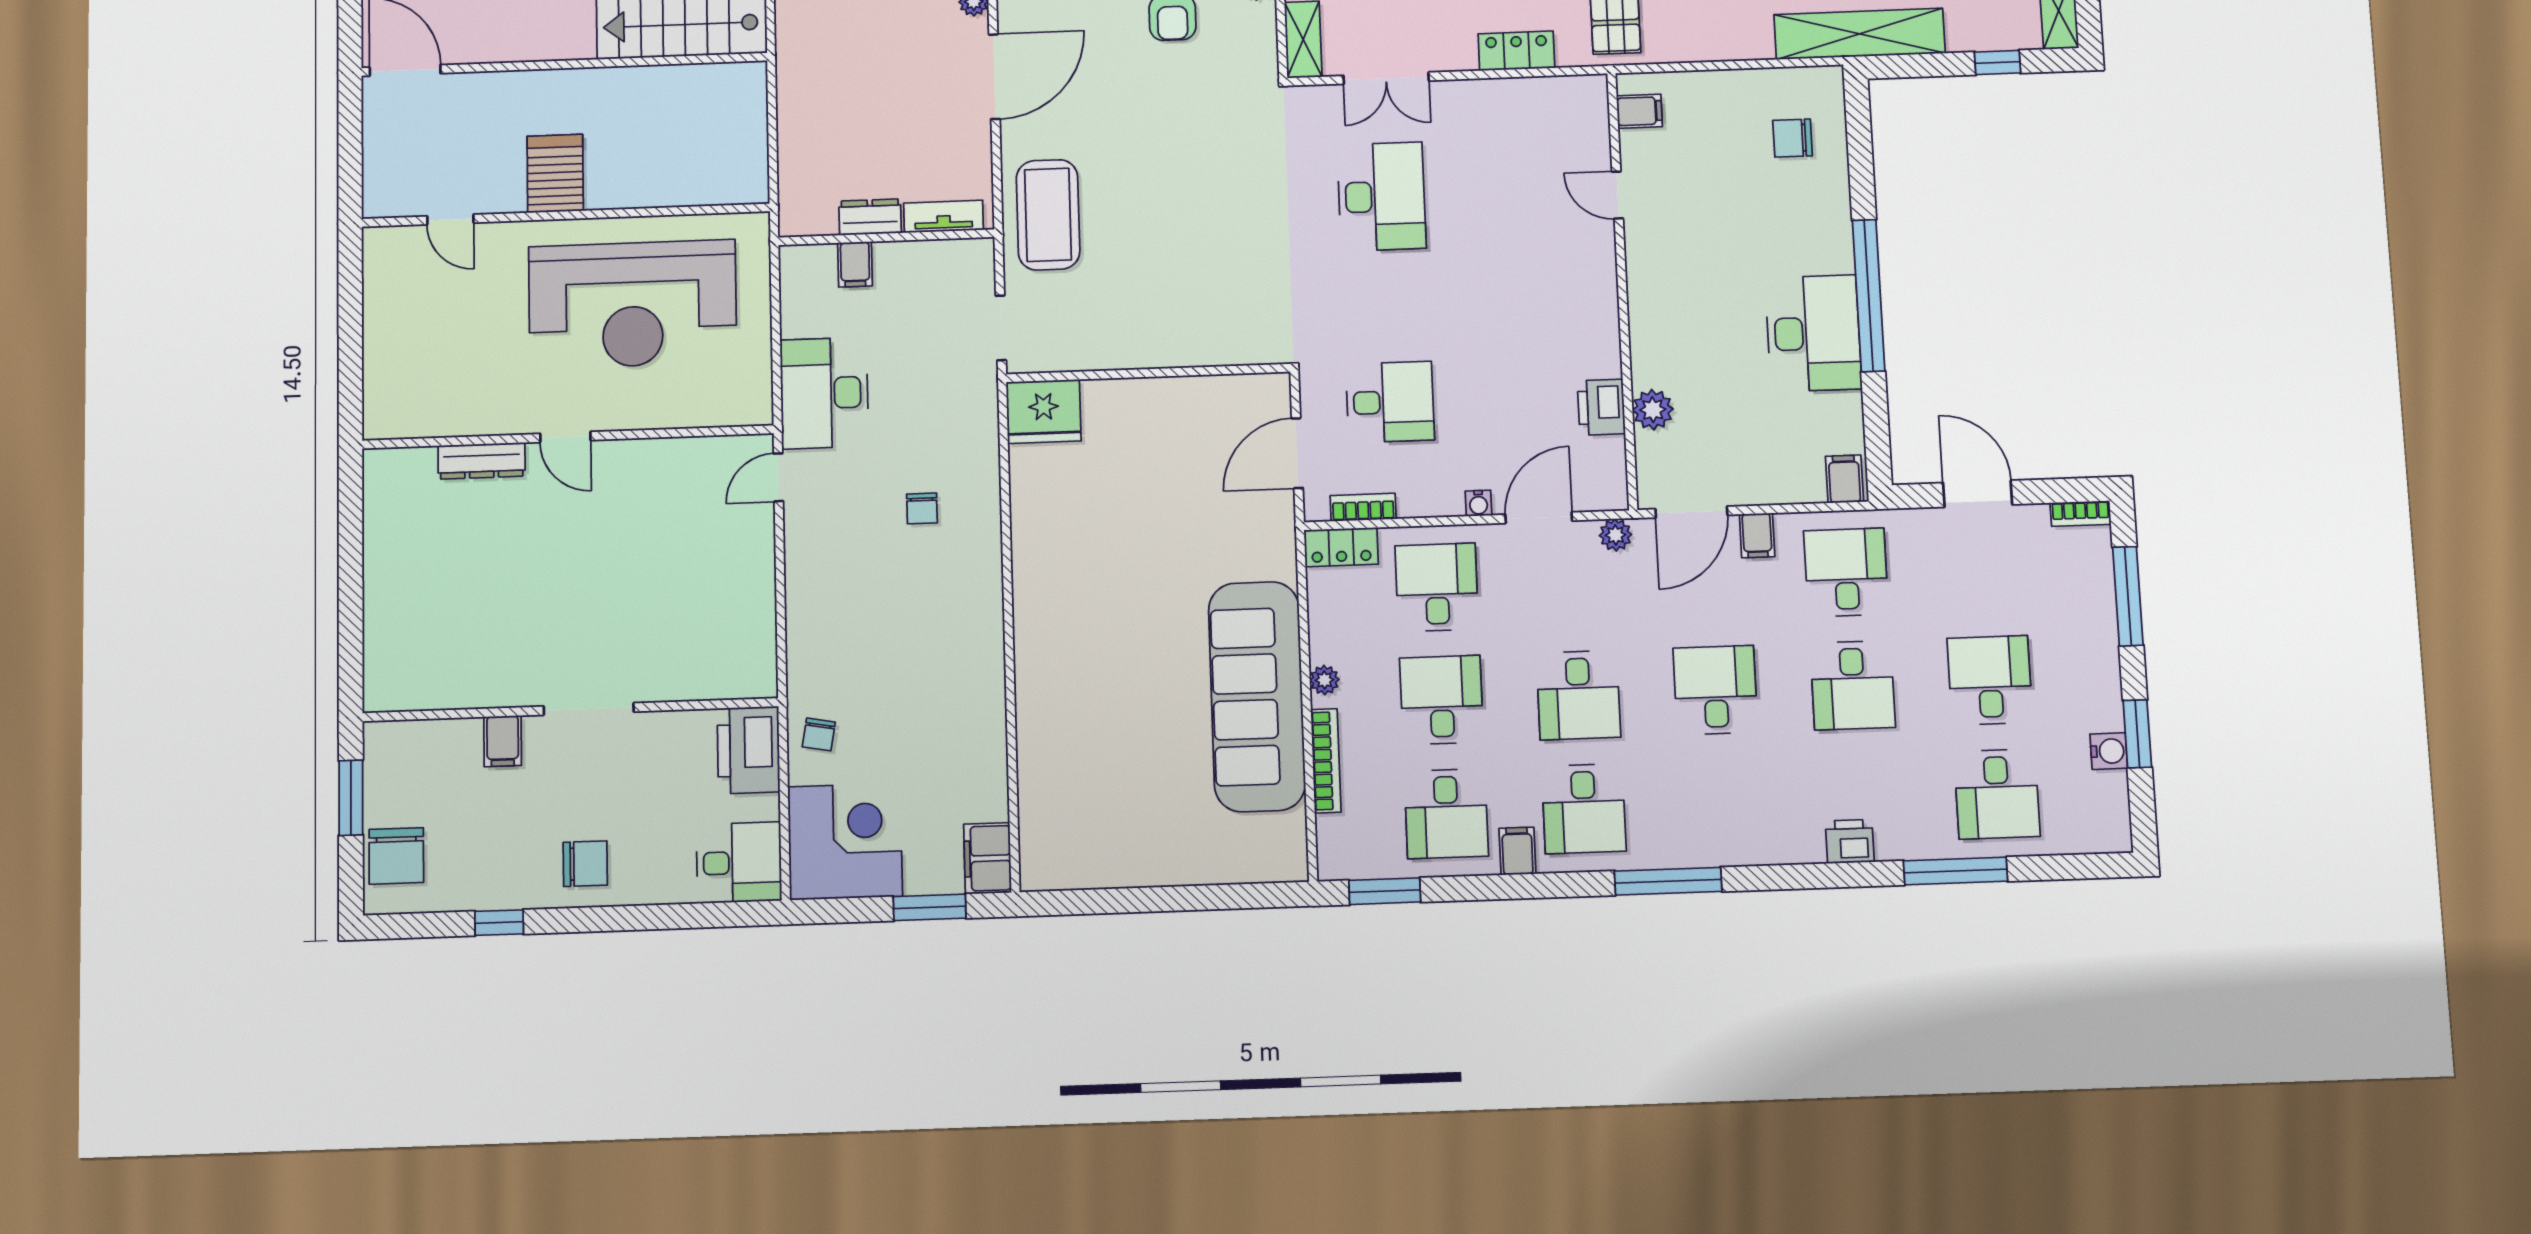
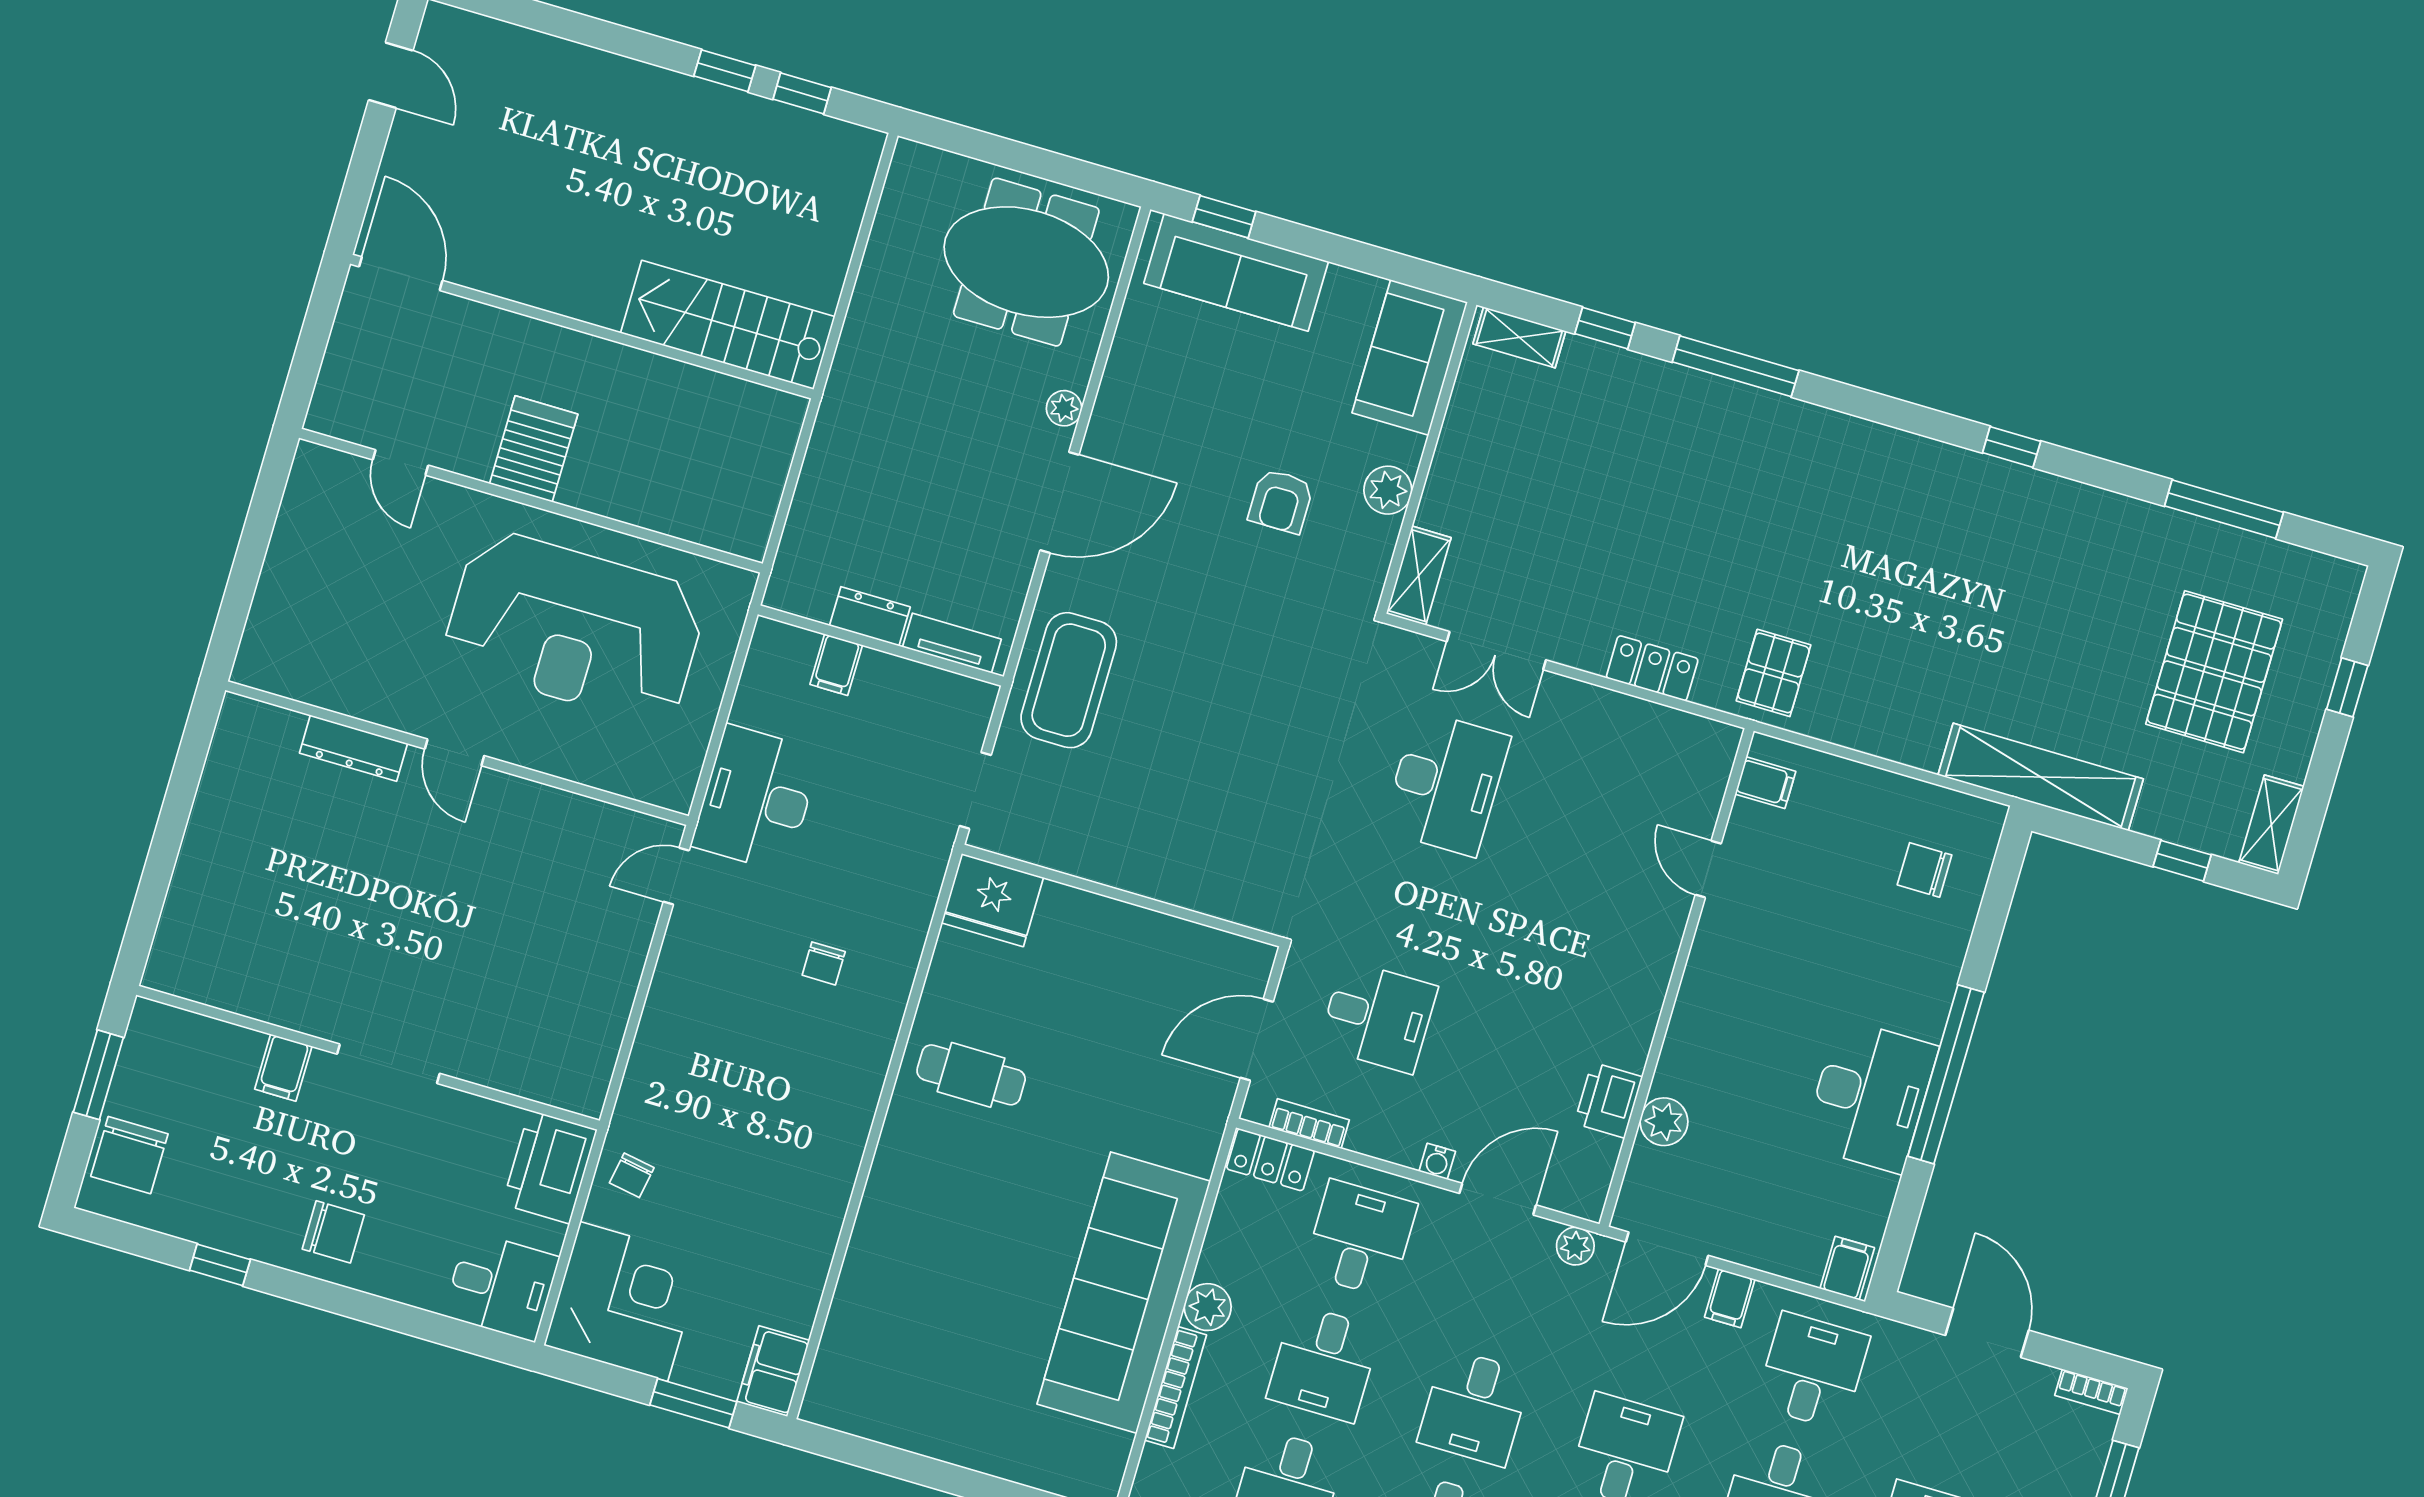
cafe table: (1072, 559) -> (971, 1075), added
plant: (1324, 680) -> (1208, 1307), width x1.38, depth x1.38
desk: (1442, 700) -> (1324, 1363), turned 180

